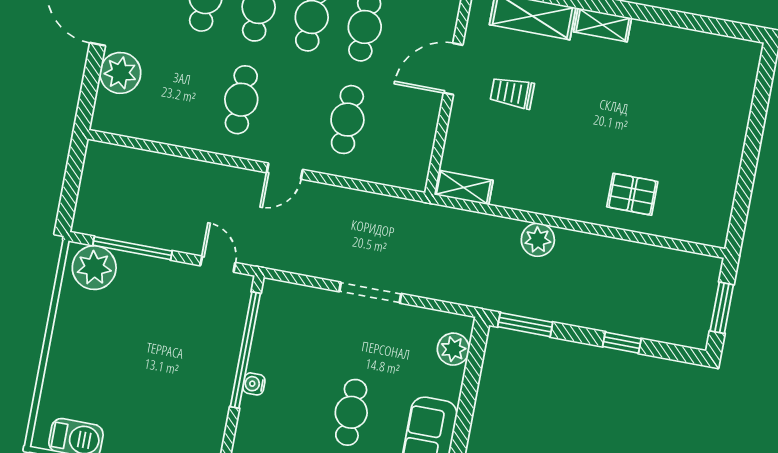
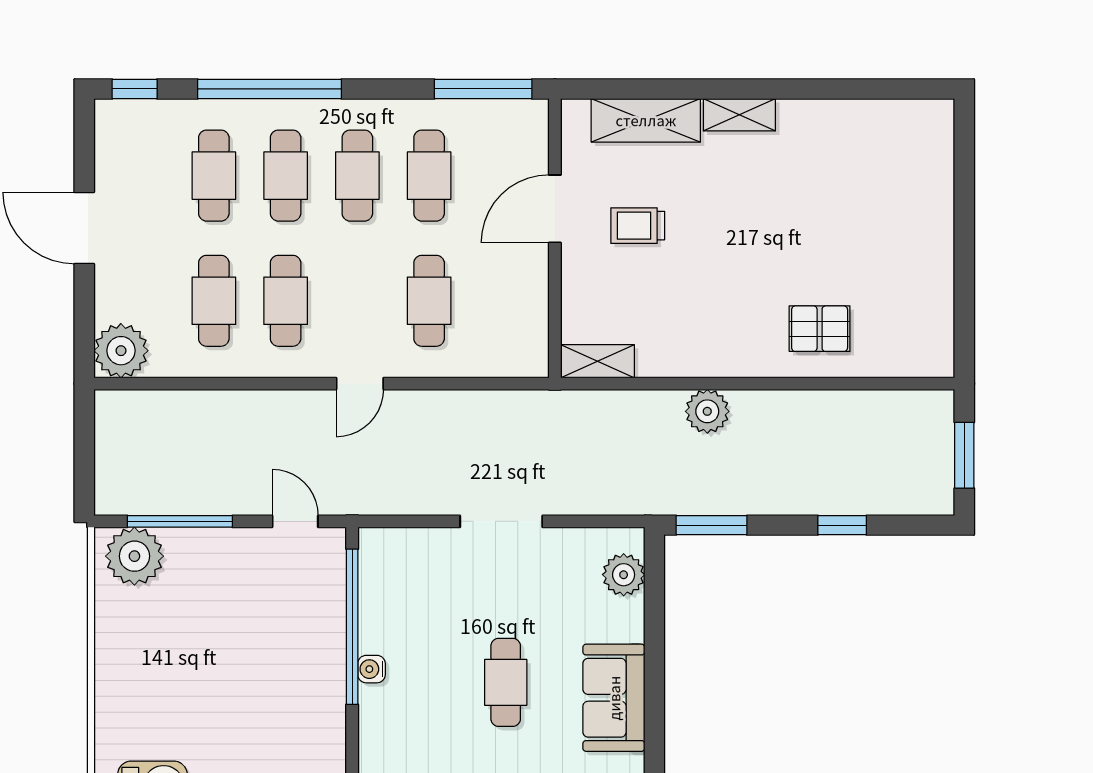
plant: (120, 73) -> (121, 351), moved
cafe table: (188, 90) -> (214, 301), added

